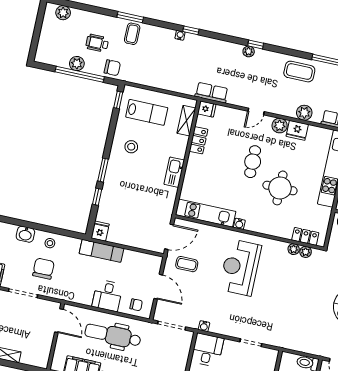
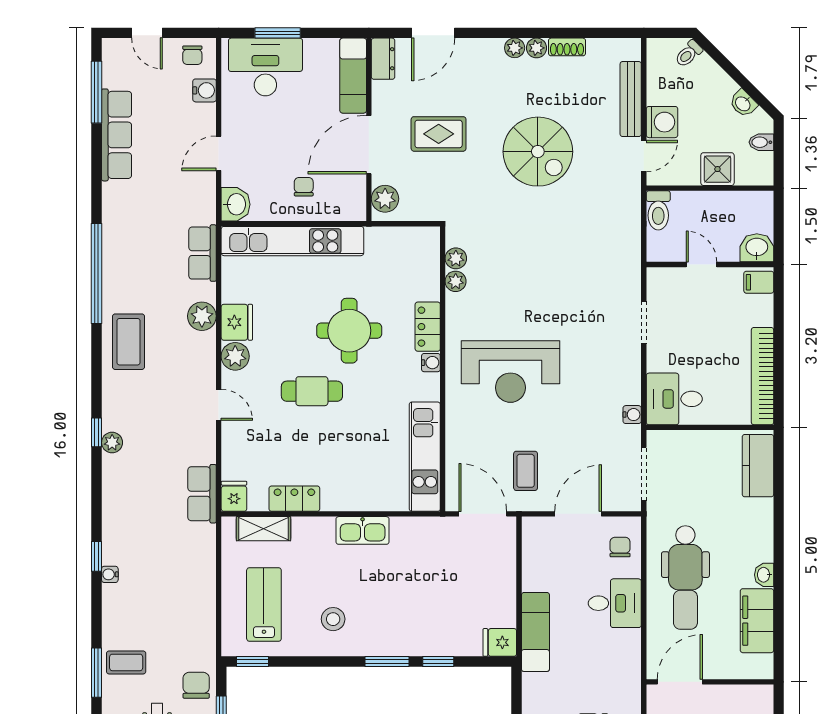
water cooler: (239, 224) -> (431, 363), moved
locker: (305, 236) -> (428, 327), moved

